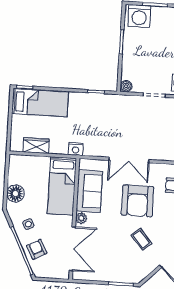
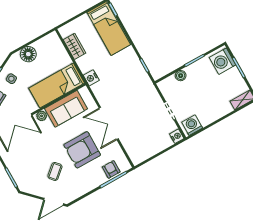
boiler: (126, 86) -> (181, 76), moved

